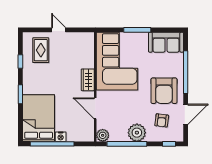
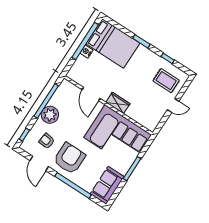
armchair: (164, 91) -> (69, 158), turned 90
door: (95, 108) -> (91, 94), swing flipped
plant: (103, 135) -> (66, 86), removed

